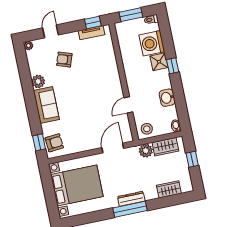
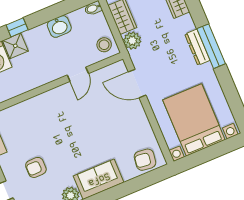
armchair: (64, 59) -> (36, 167), turned 71
door: (128, 105) -> (78, 74), hinge flipped
window: (39, 142) -> (148, 179), removed
armchair: (54, 143) -> (145, 160), turned -78

